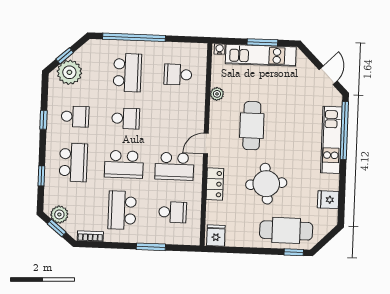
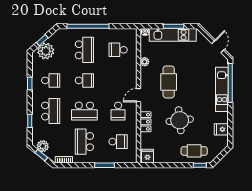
school desk: (174, 166) -> (118, 111), width x0.54
cafe table: (286, 230) -> (194, 151), width x0.73, depth x0.74

